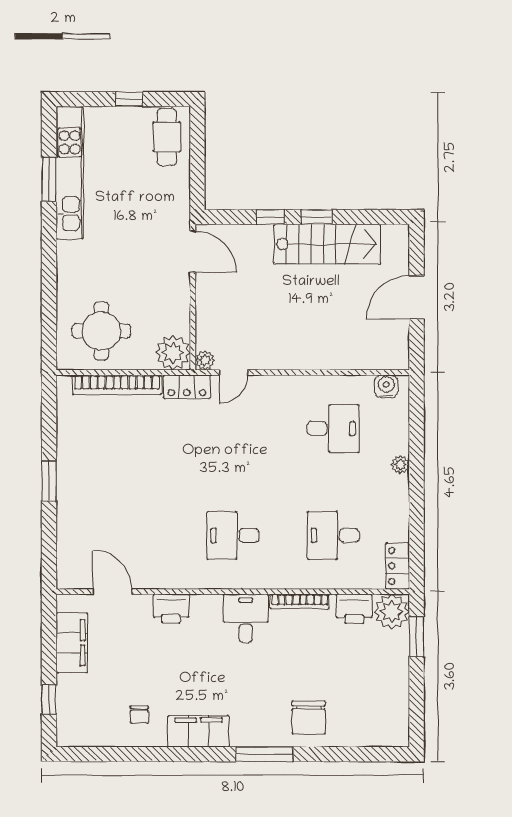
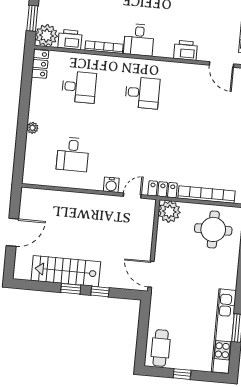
plant: (205, 360) -> (150, 205), removed
water cooler: (386, 386) -> (111, 185), moved
desk: (333, 429) -> (73, 154), turned -90

